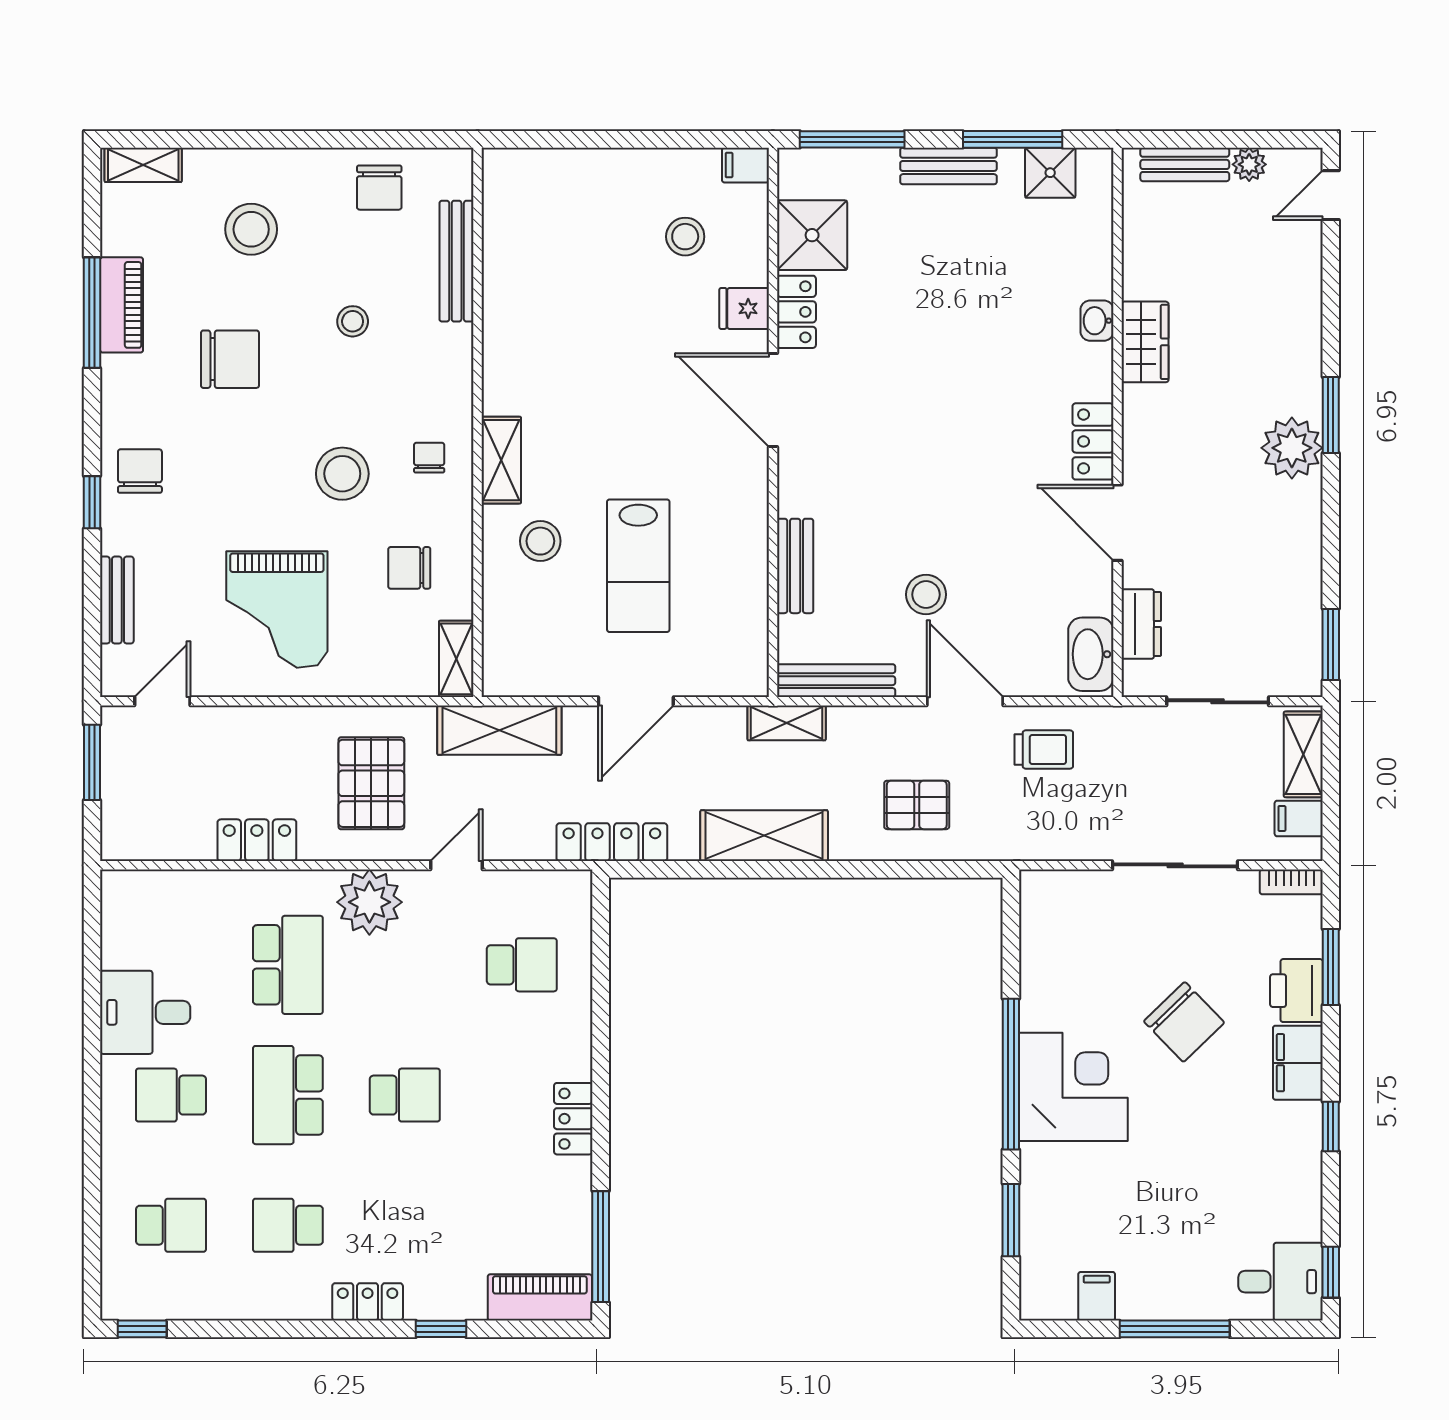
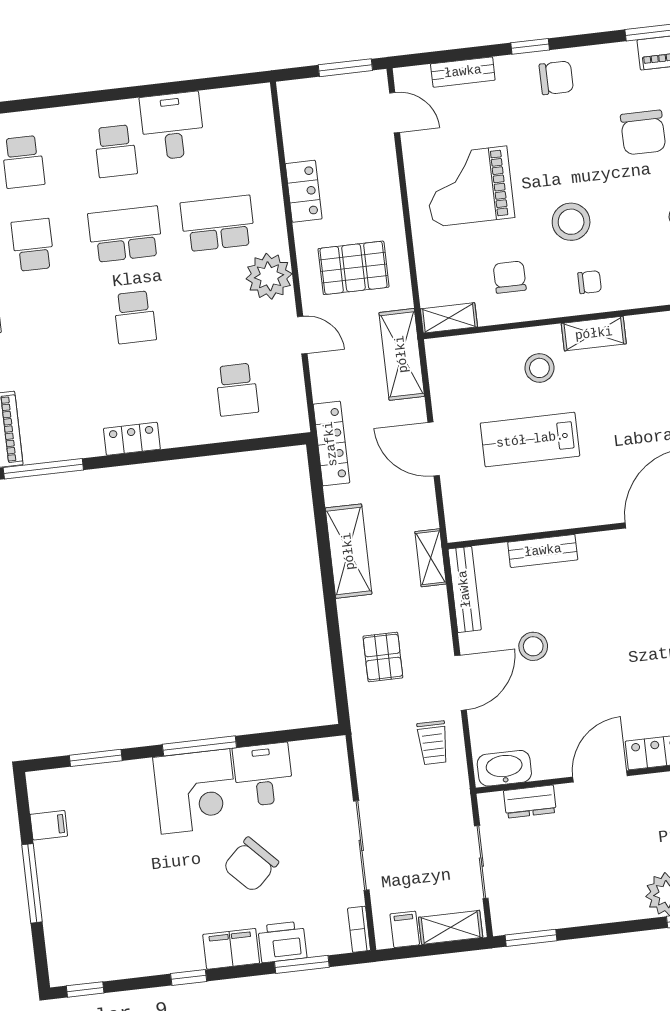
school desk: (288, 965) -> (218, 223), turned 180
window: (1011, 1074) -> (199, 746), width x0.68
school desk: (171, 1095) -> (116, 151), turned 180
desk: (1281, 1282) -> (263, 775), moved, turned 180

